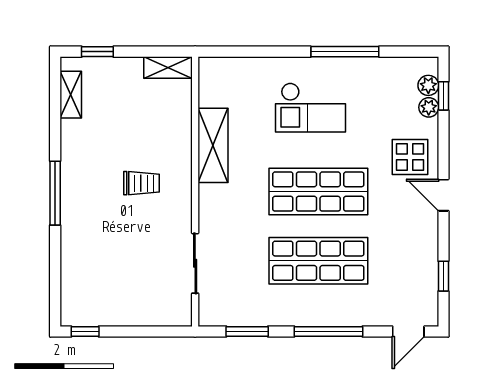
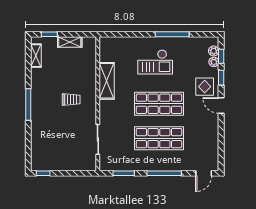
shelving: (168, 67) -> (70, 42), moved
window: (443, 276) -> (221, 78), moved

